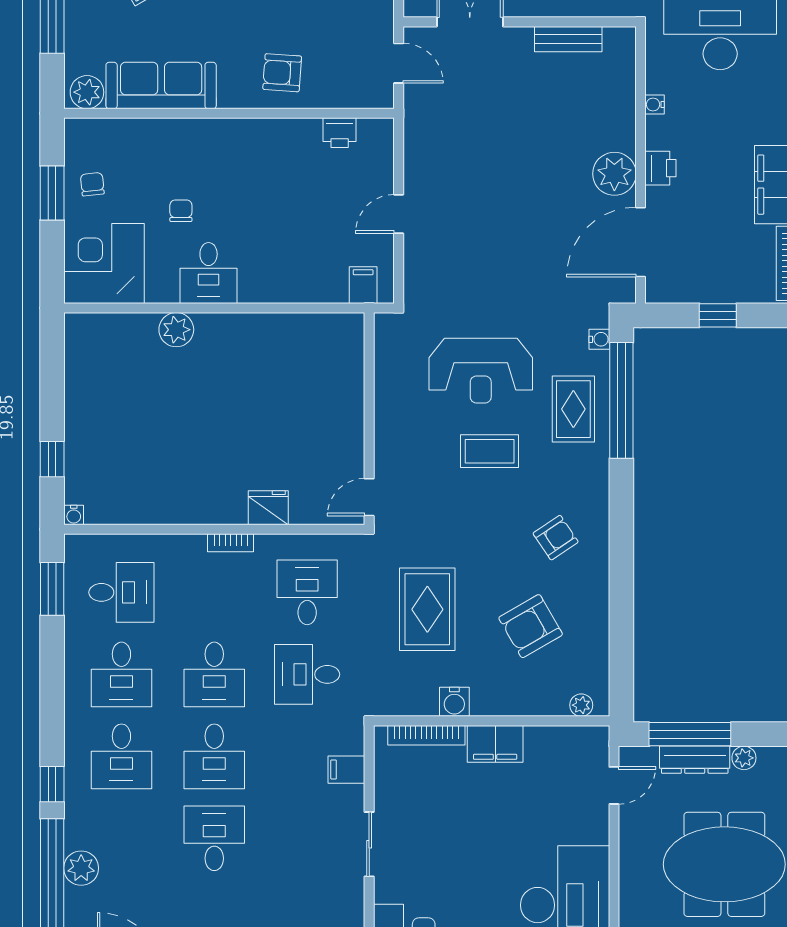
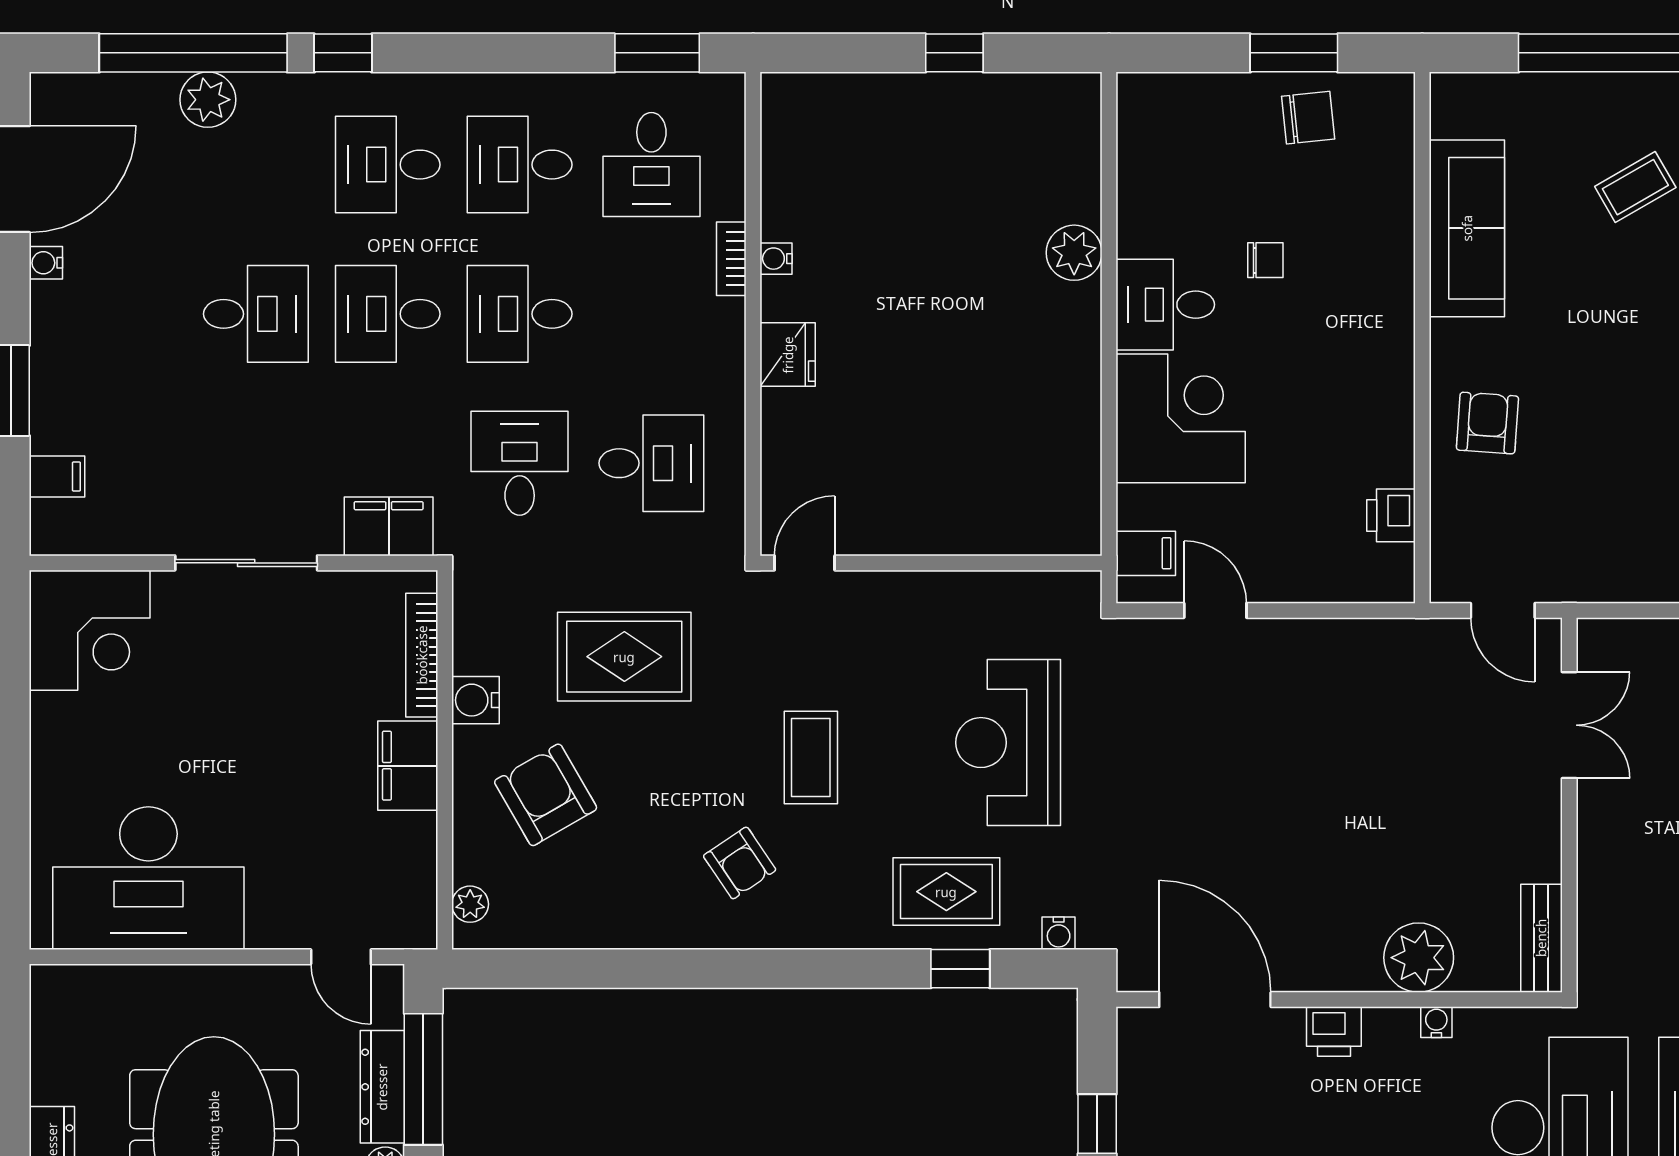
bench: (568, 39) -> (1541, 938), moved
door: (399, 63) -> (1503, 610), hinge flipped
plant: (87, 92) -> (1456, 109), removed
plant: (614, 174) -> (1419, 958), moved
chair: (92, 184) -> (1308, 118), width x1.37, depth x1.37
door: (399, 214) -> (1215, 610), moved
corner desk: (104, 263) -> (1181, 418), moved
window: (621, 400) -> (960, 969), width x0.32
coffee table: (490, 451) -> (811, 757), moved
window: (52, 459) -> (954, 53), moved
door: (369, 497) -> (805, 563), hinge flipped
fridge: (268, 508) -> (788, 355), moved
water cooler: (74, 515) -> (776, 259), moved
bookcase: (231, 543) -> (731, 259), moved
armchair: (531, 626) -> (546, 795), moved
filing cabinet: (346, 770) -> (389, 526), width x2.00
sliding door: (369, 844) -> (246, 563), width x1.37

